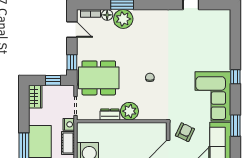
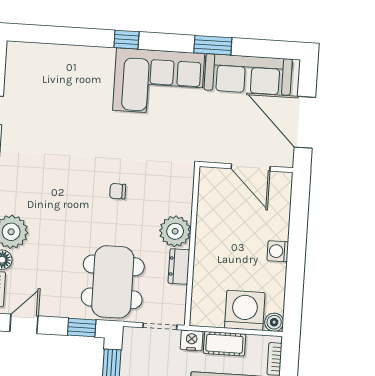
armchair: (185, 132) -> (219, 135), removed

